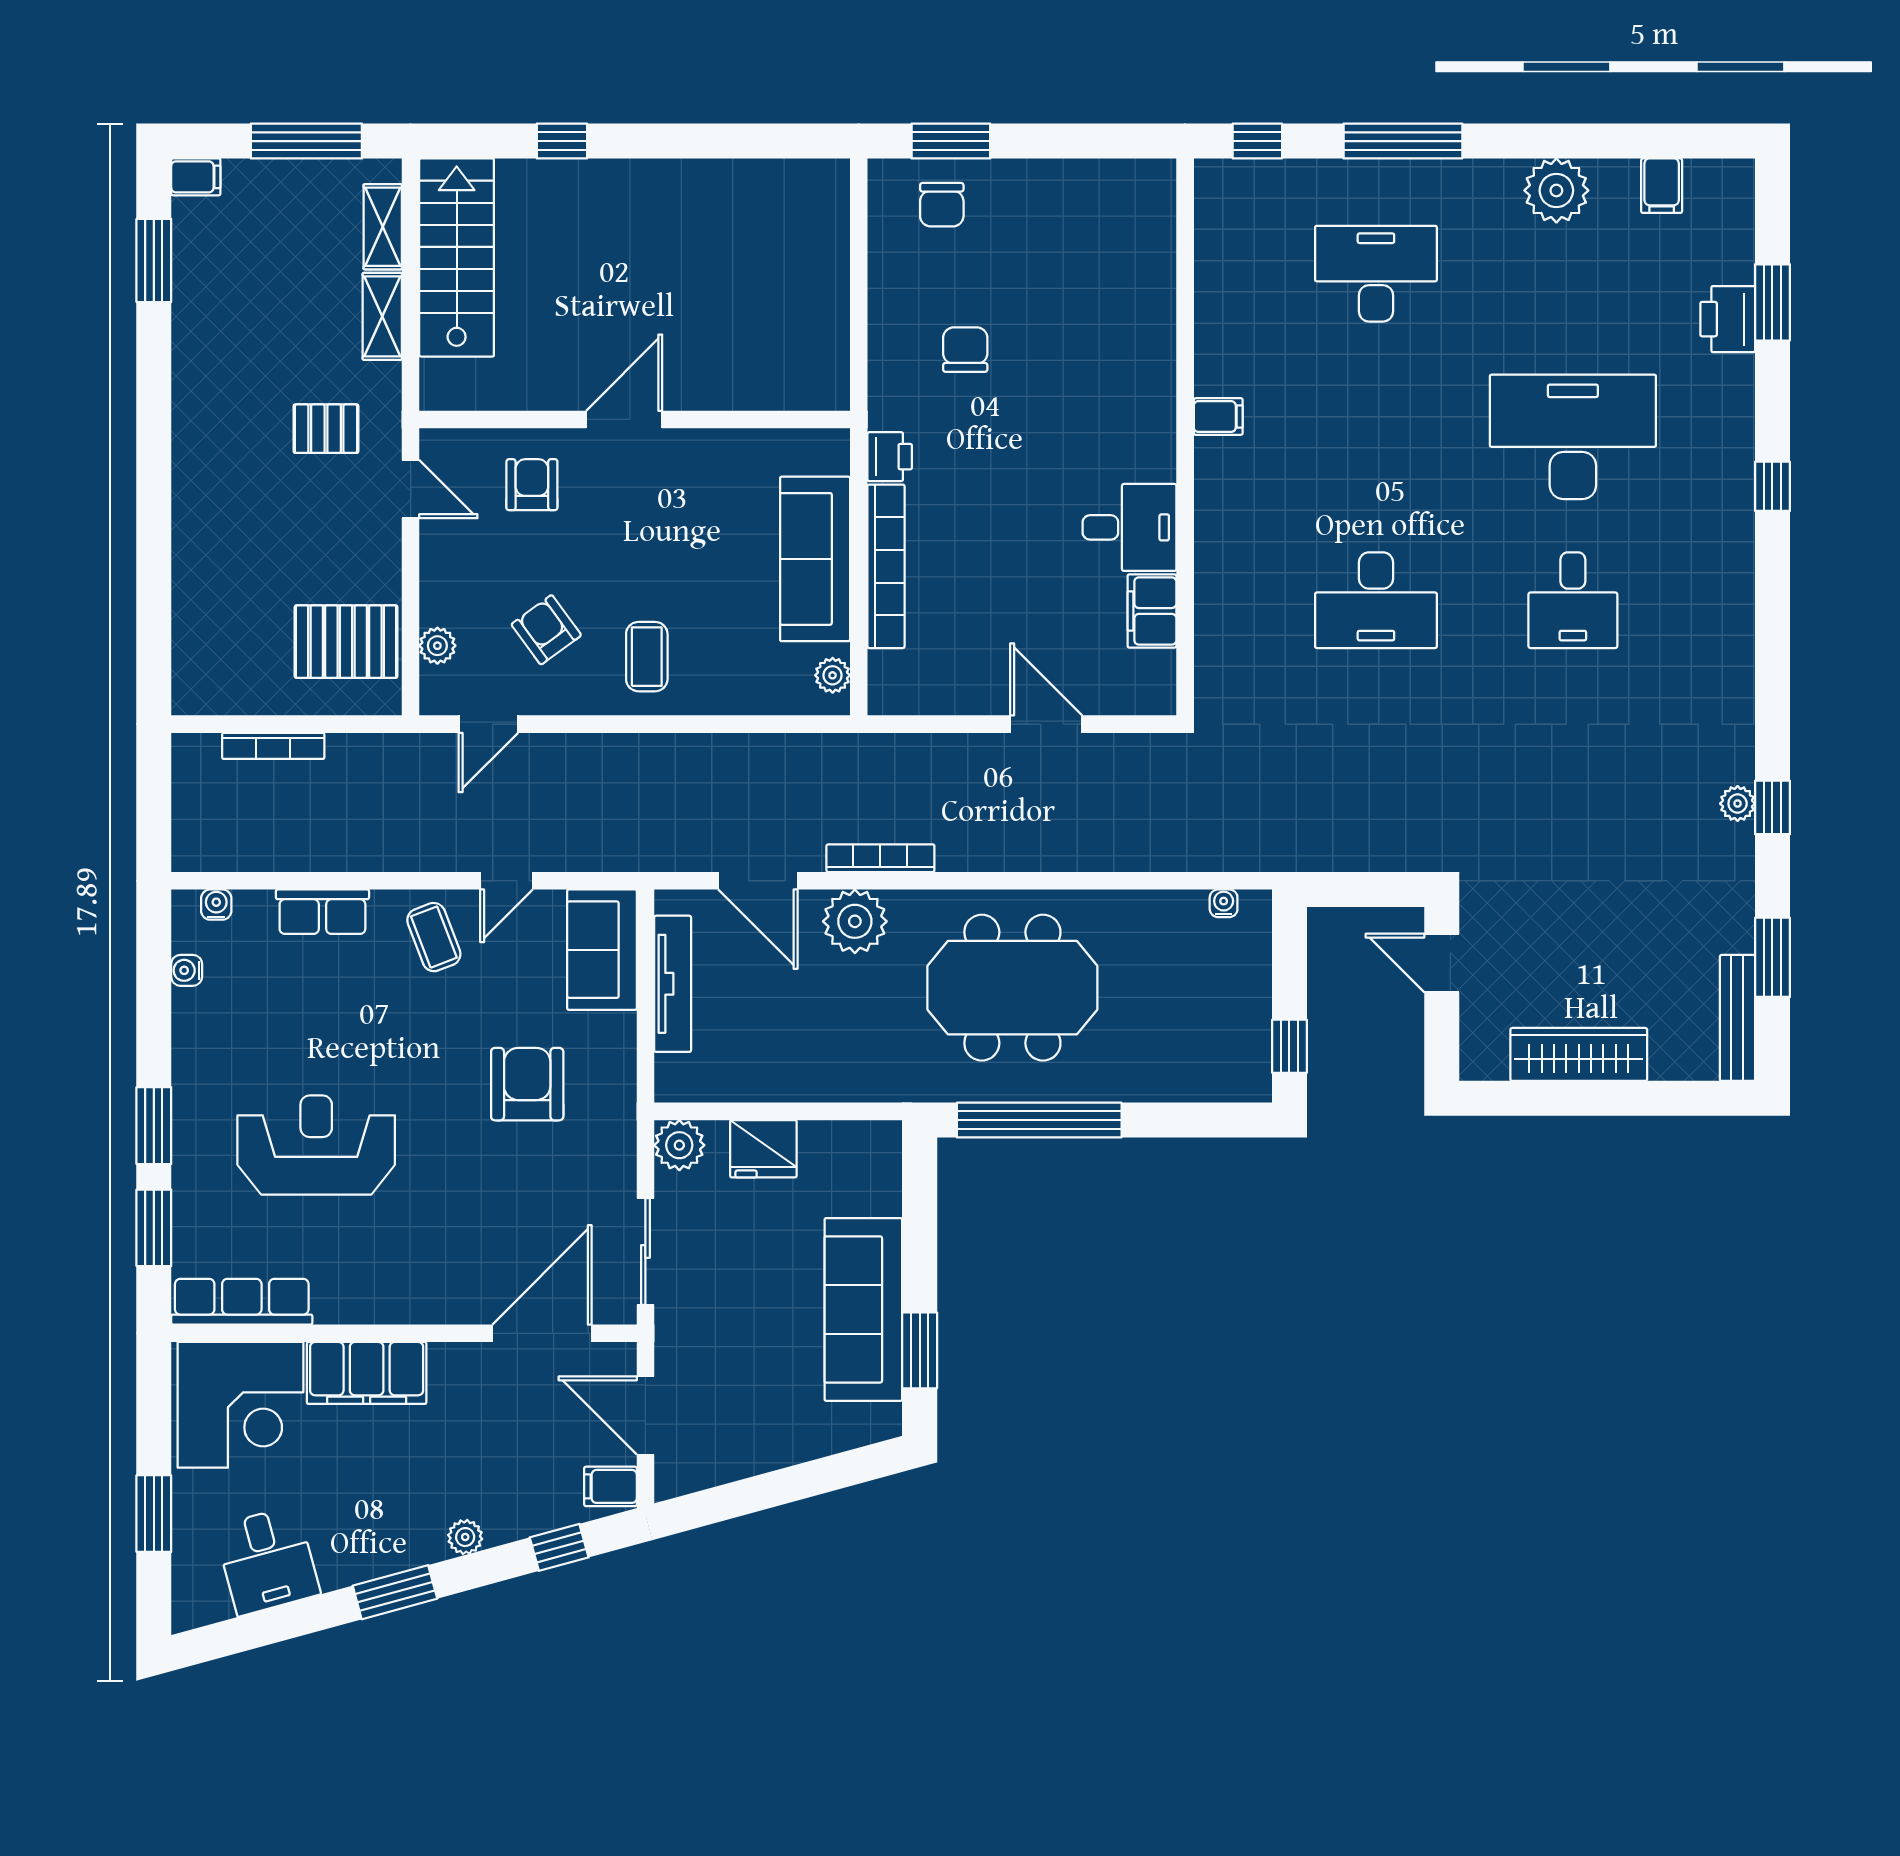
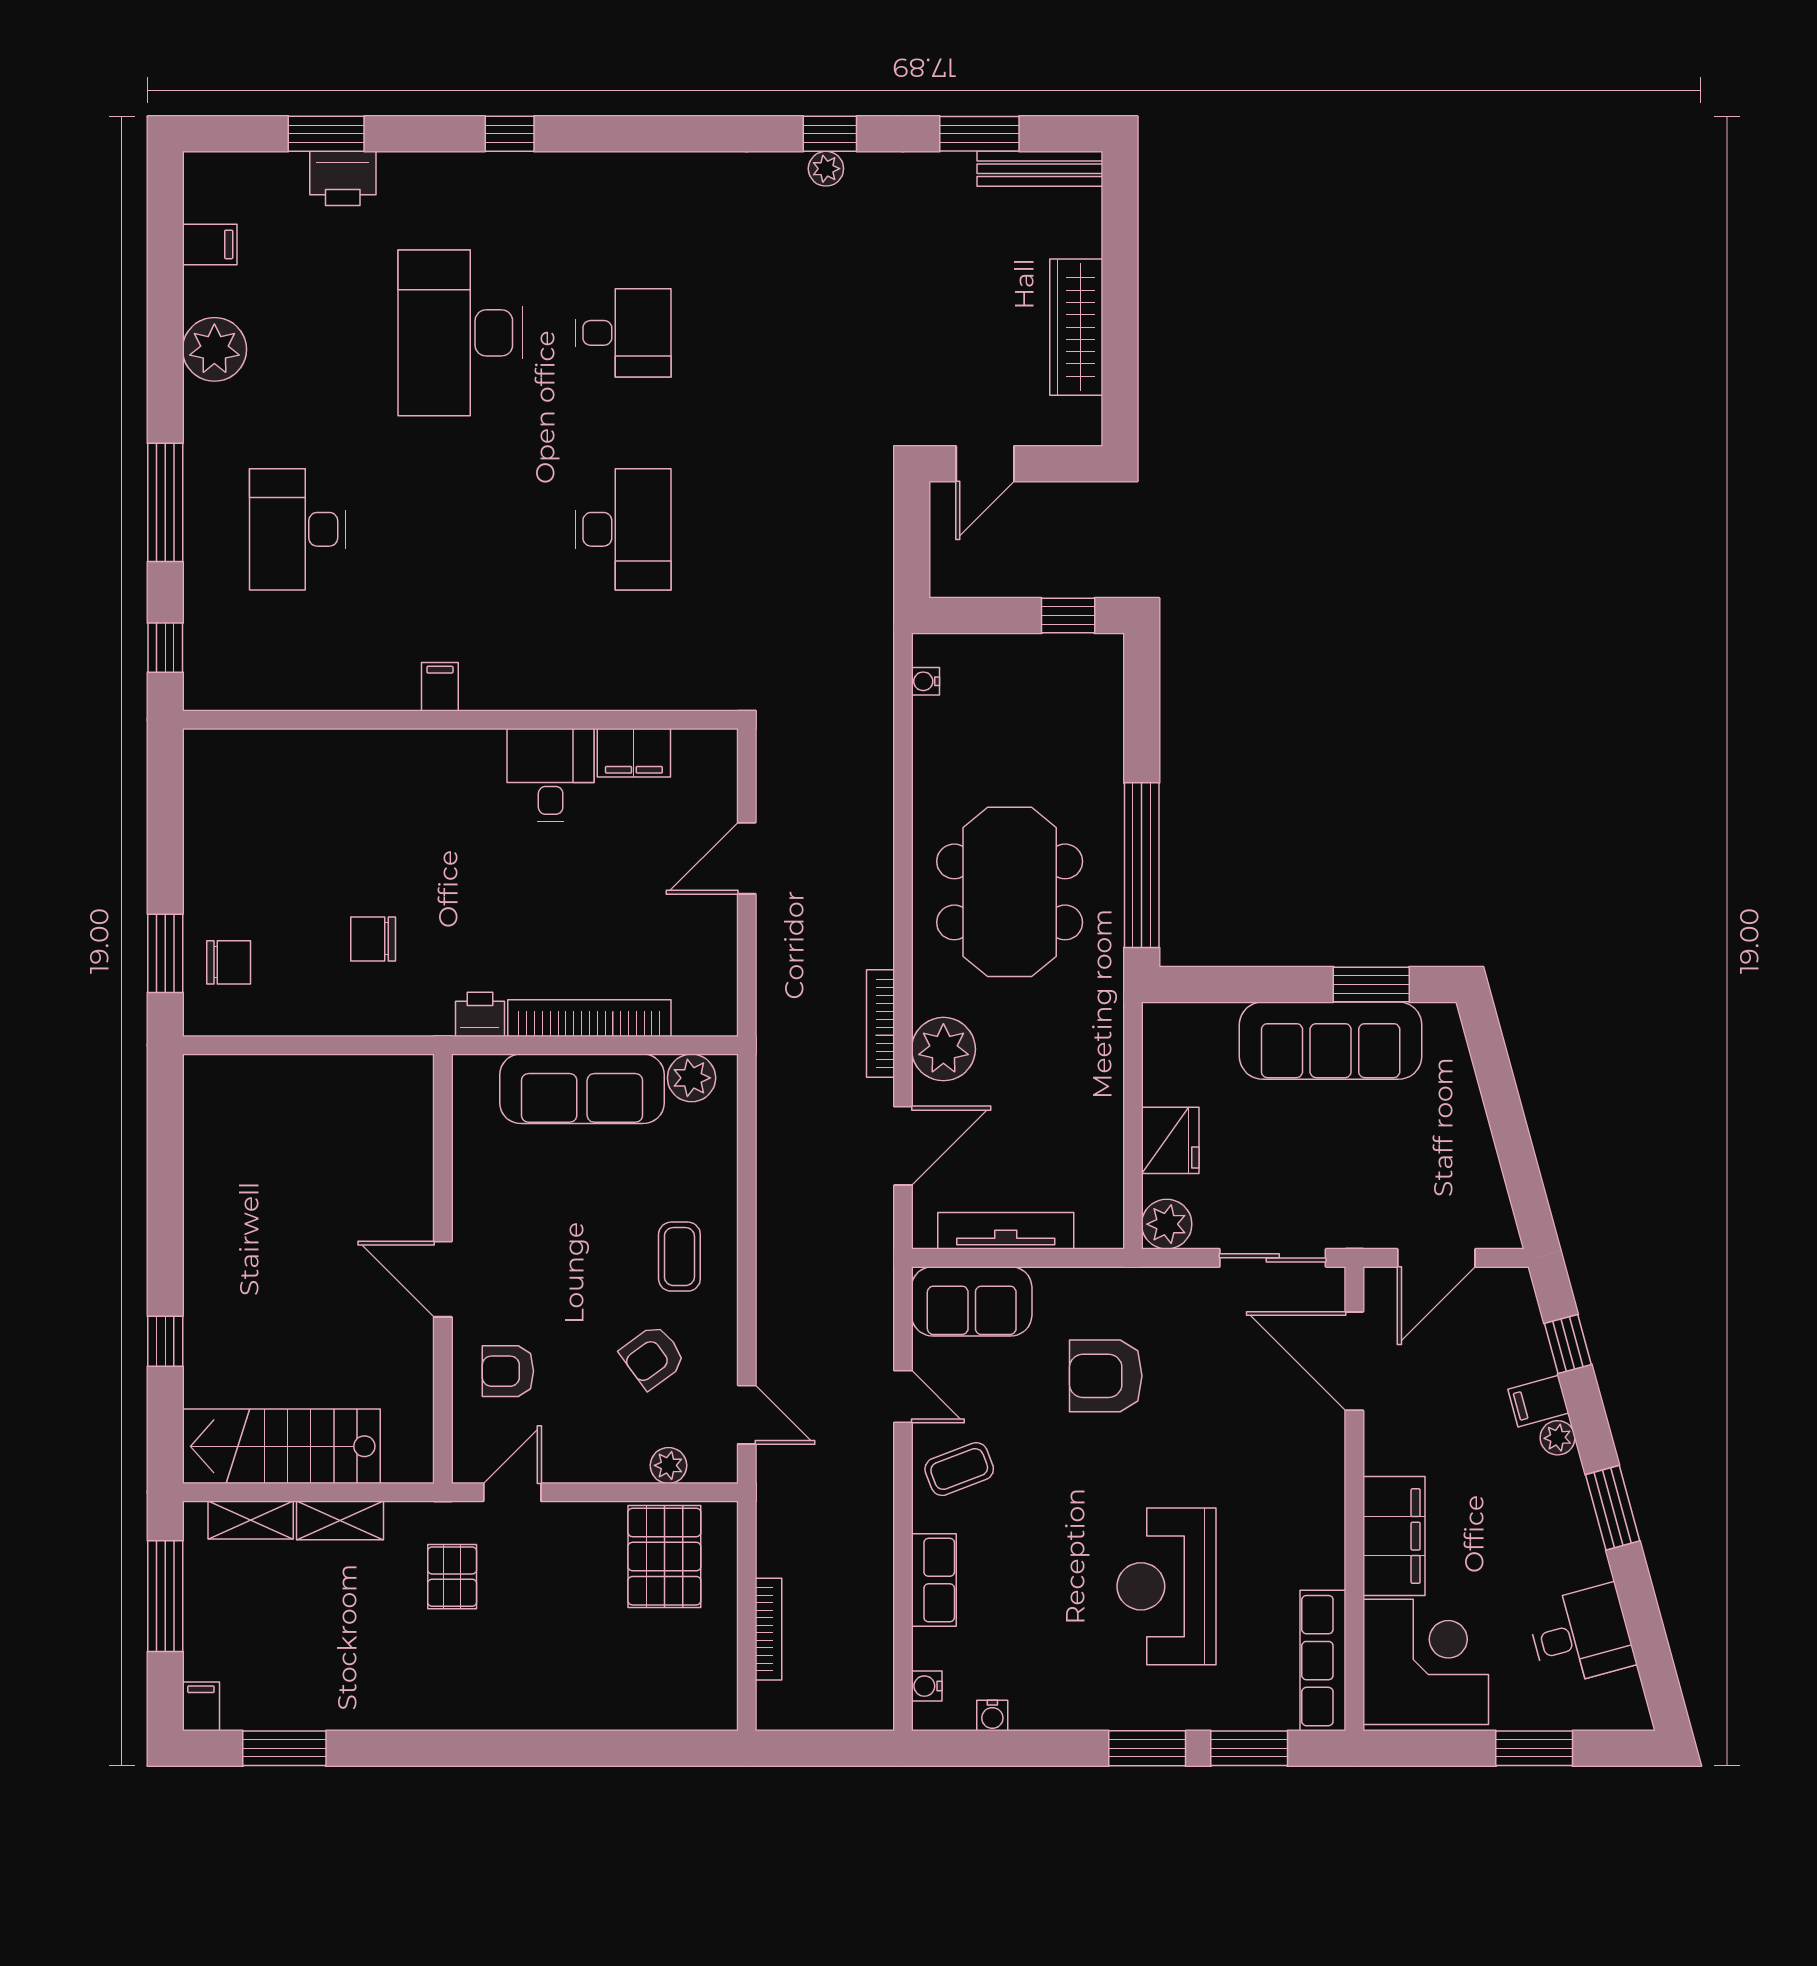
coffee table: (647, 657) -> (679, 1257), turned 90
plant: (833, 675) -> (692, 1078), width x1.38, depth x1.38
filing cabinet: (610, 1486) -> (1538, 1401), moved, turned 75

